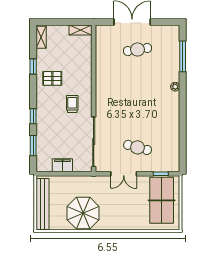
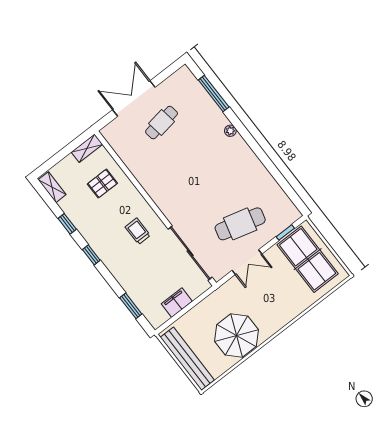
pallet: (52, 78) -> (102, 184), moved
window: (33, 116) -> (91, 255), moved
cafe table: (138, 147) -> (240, 224), width x1.37, depth x1.35

